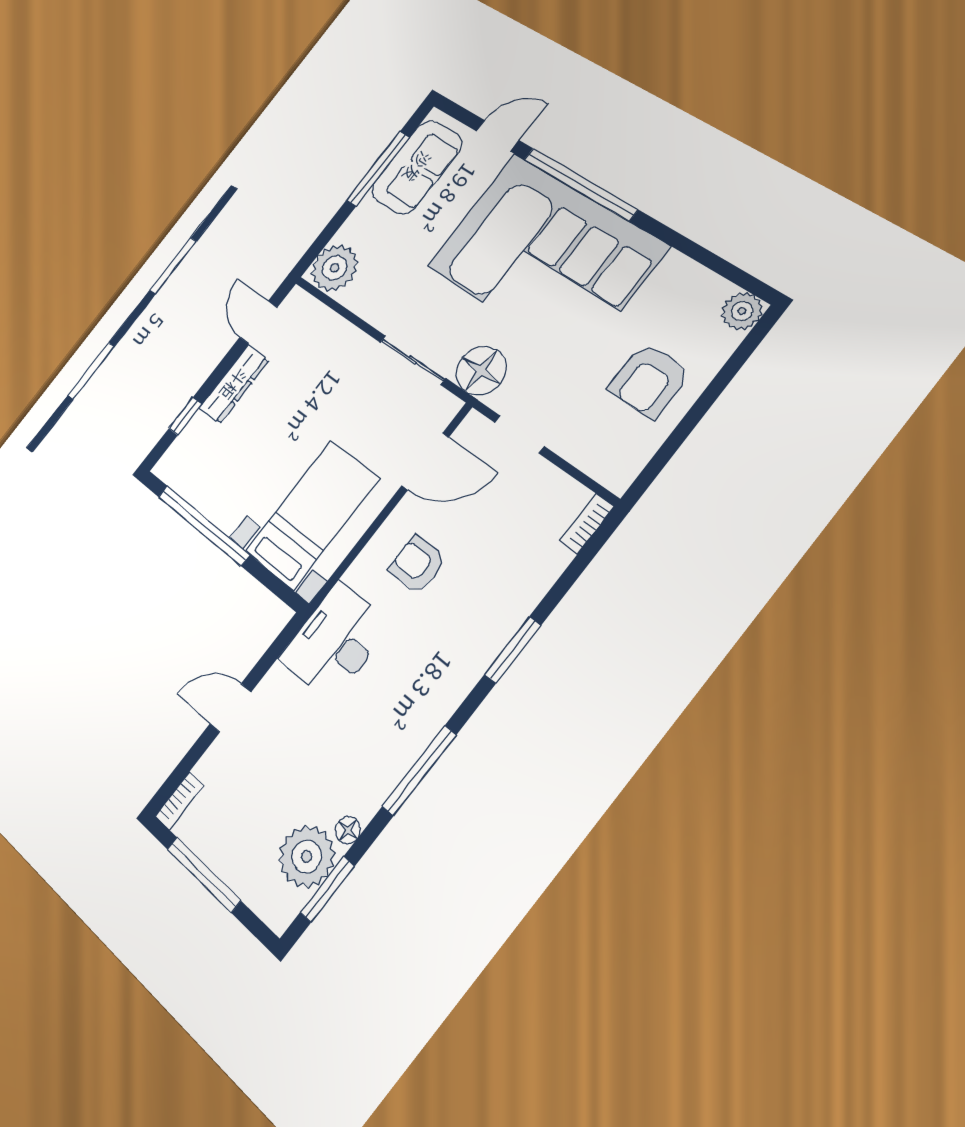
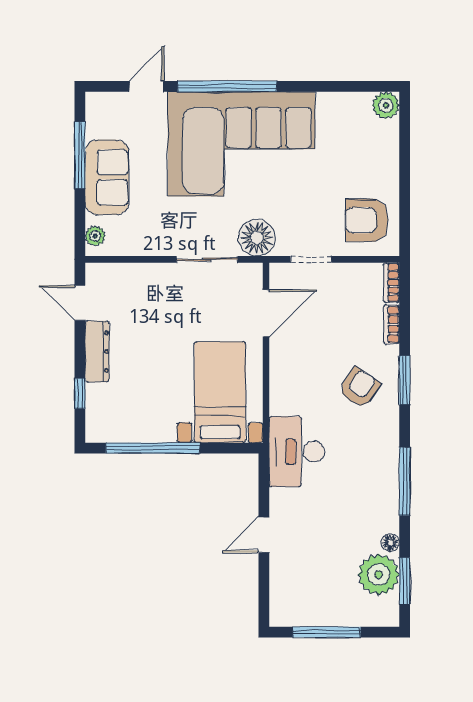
sofa: (417, 167) -> (107, 177), moved
plant: (335, 268) -> (95, 236), width x0.53, depth x0.53
armchair: (649, 380) -> (367, 220), moved, turned 90
armchair: (417, 564) -> (359, 388), moved, turned 124
bookcase: (179, 801) -> (392, 324), moved, turned 180

